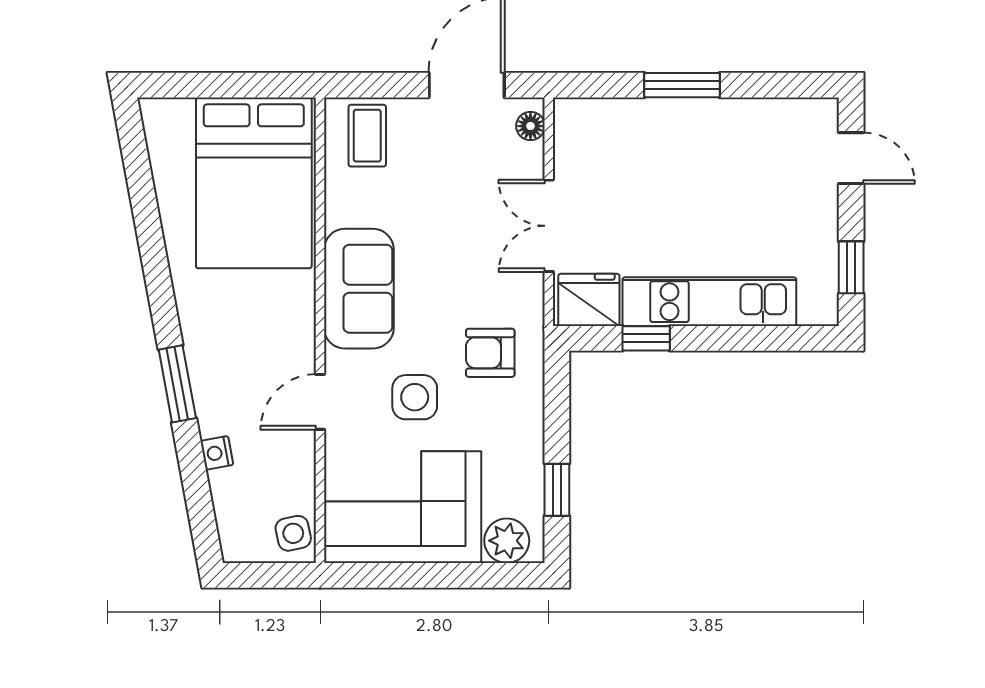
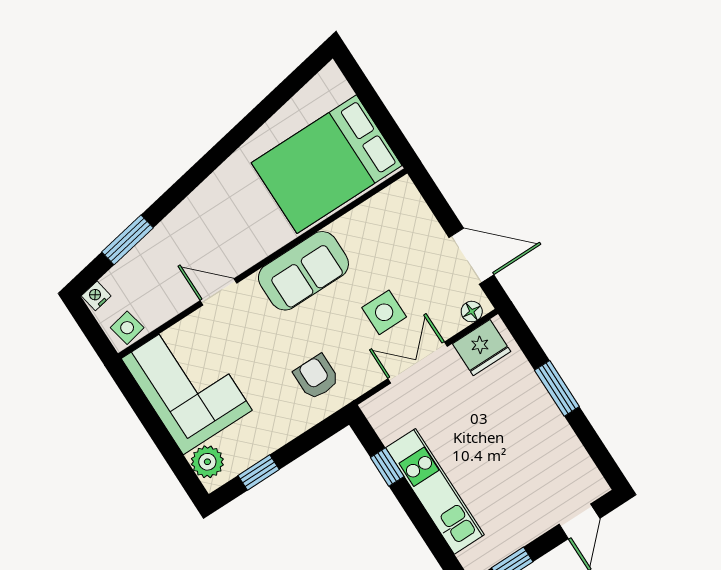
coffee table: (367, 136) -> (401, 215), removed
fridge: (589, 300) -> (482, 348), moved, turned 90
window: (177, 384) -> (127, 240), moved
side table: (415, 397) -> (384, 312), moved
nightstand: (217, 453) -> (96, 296), moved

